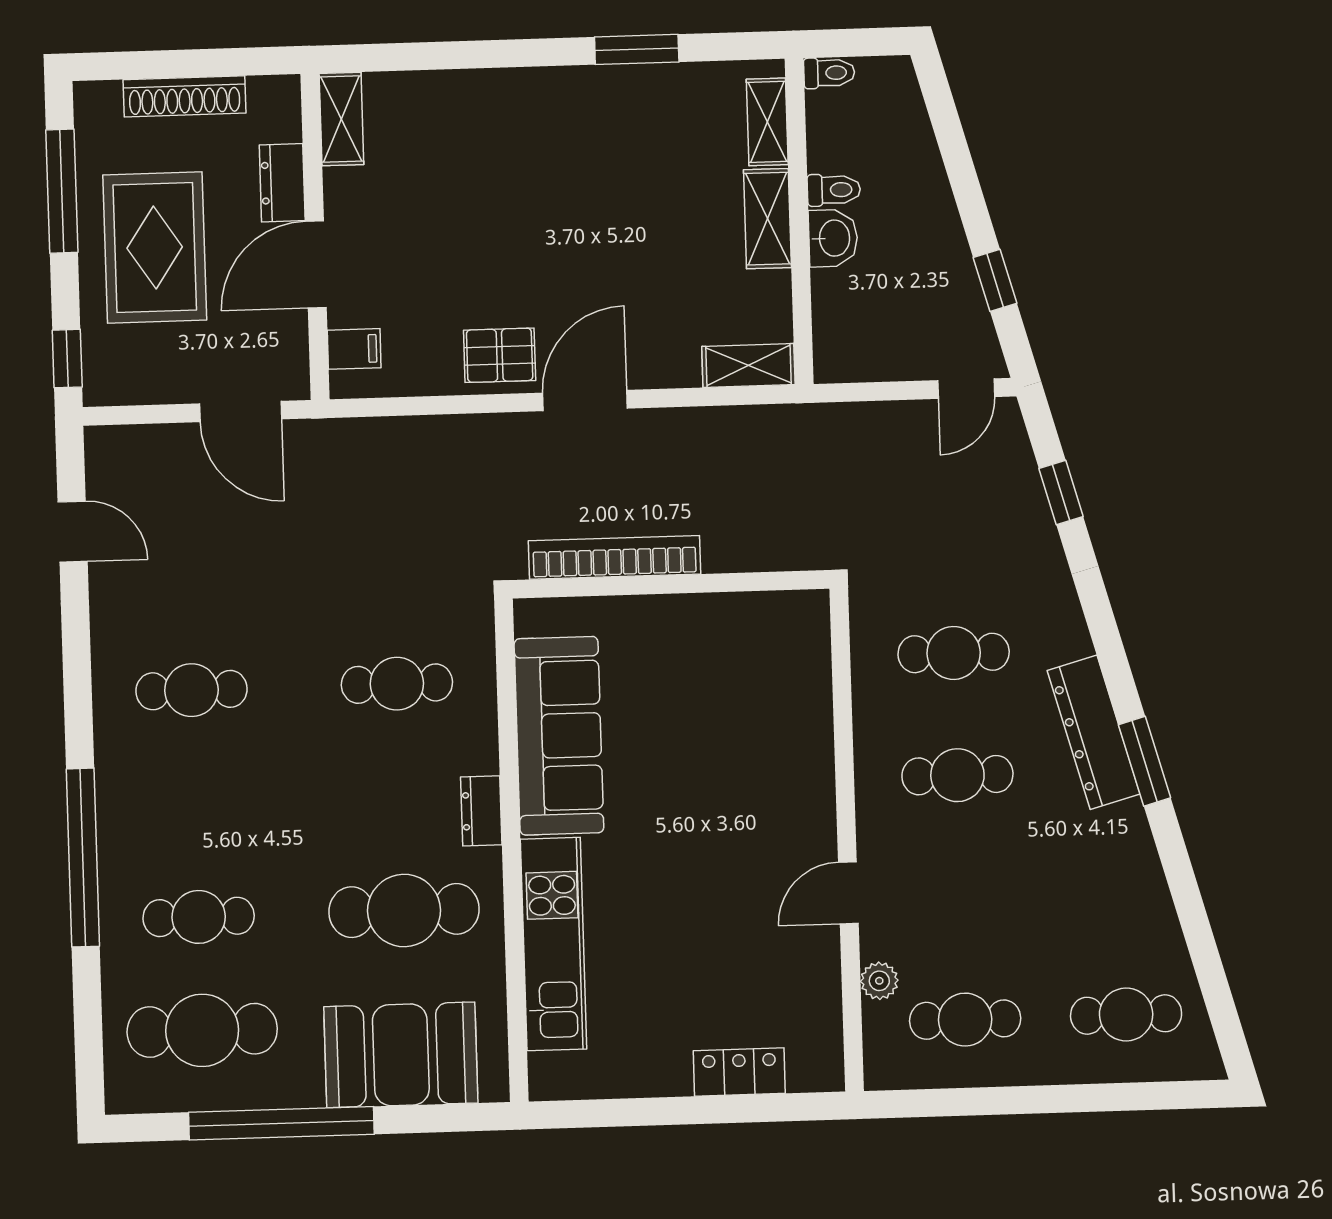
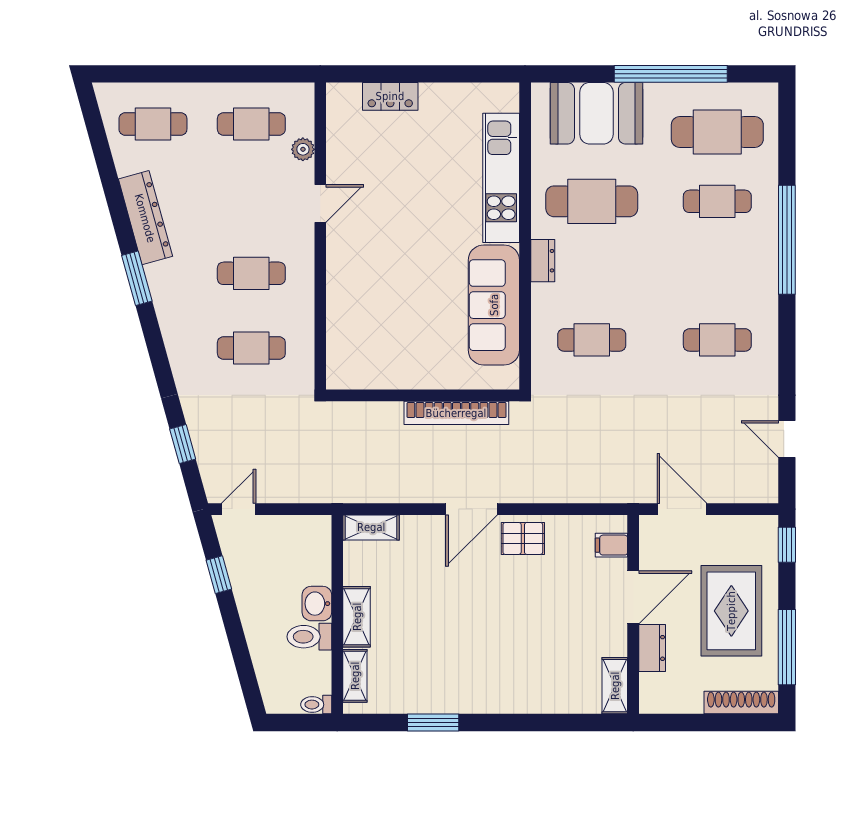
shoe rack: (184, 96) -> (741, 703), moved
toilet: (834, 190) -> (309, 637), width x1.37, depth x1.39
dresser: (1094, 732) -> (145, 218), moved

